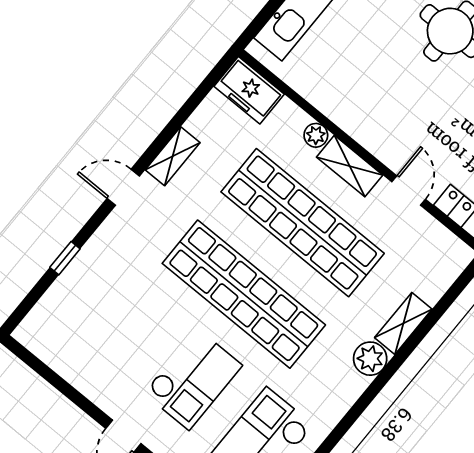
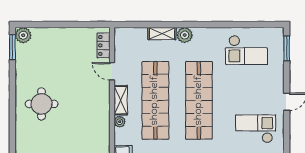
door: (409, 190) -> (112, 71), hinge flipped
checkout: (193, 379) -> (256, 129), moved

